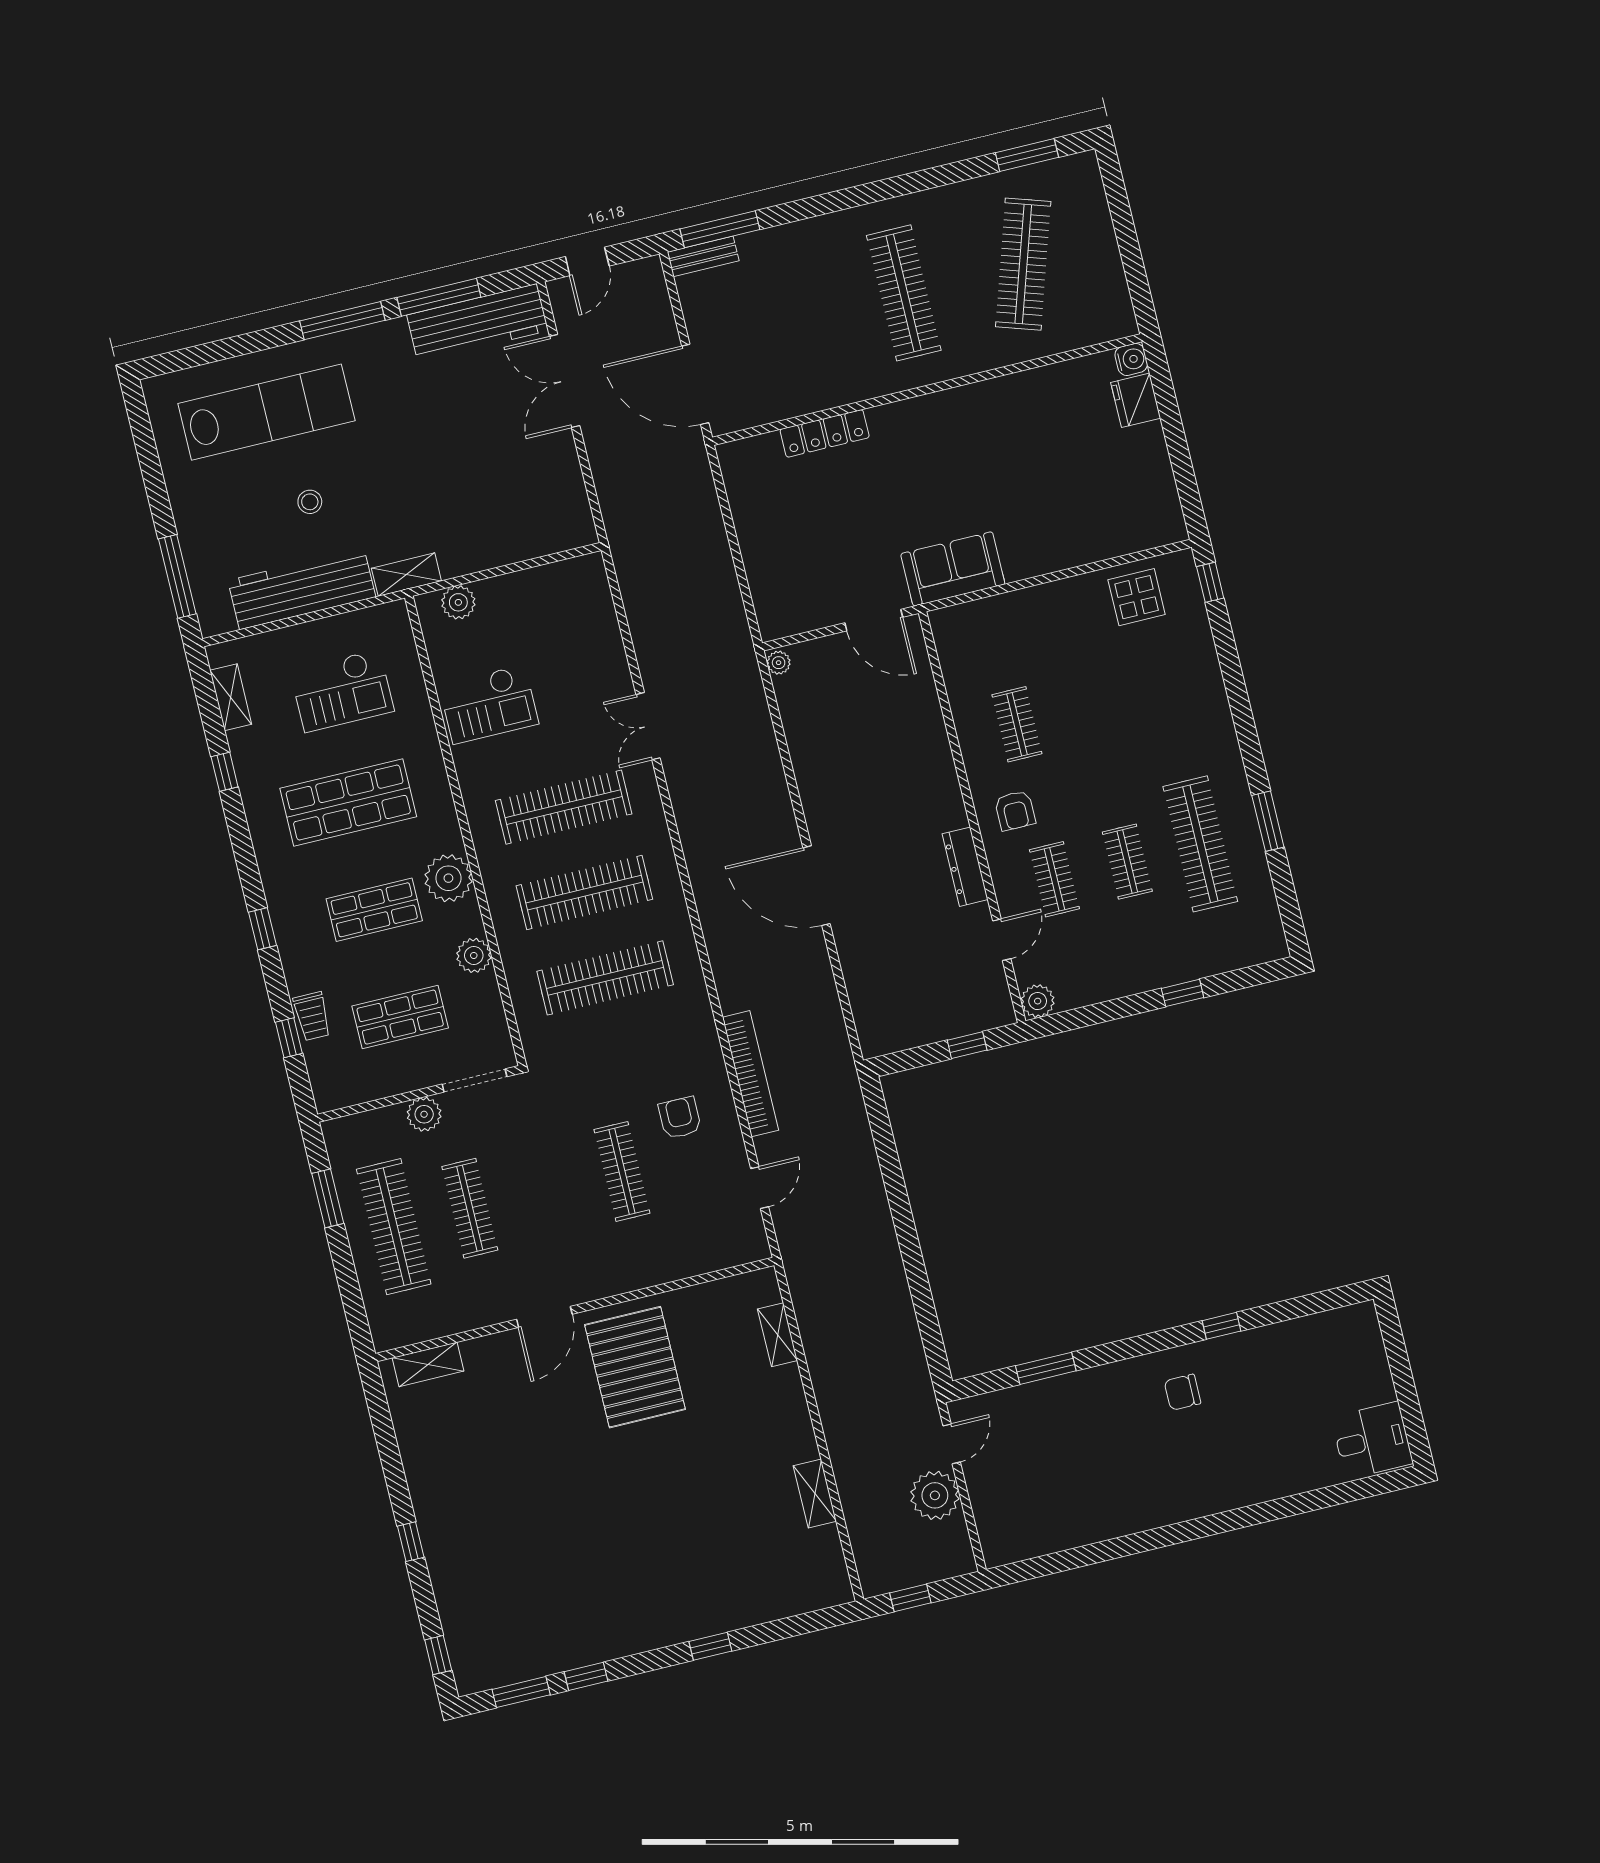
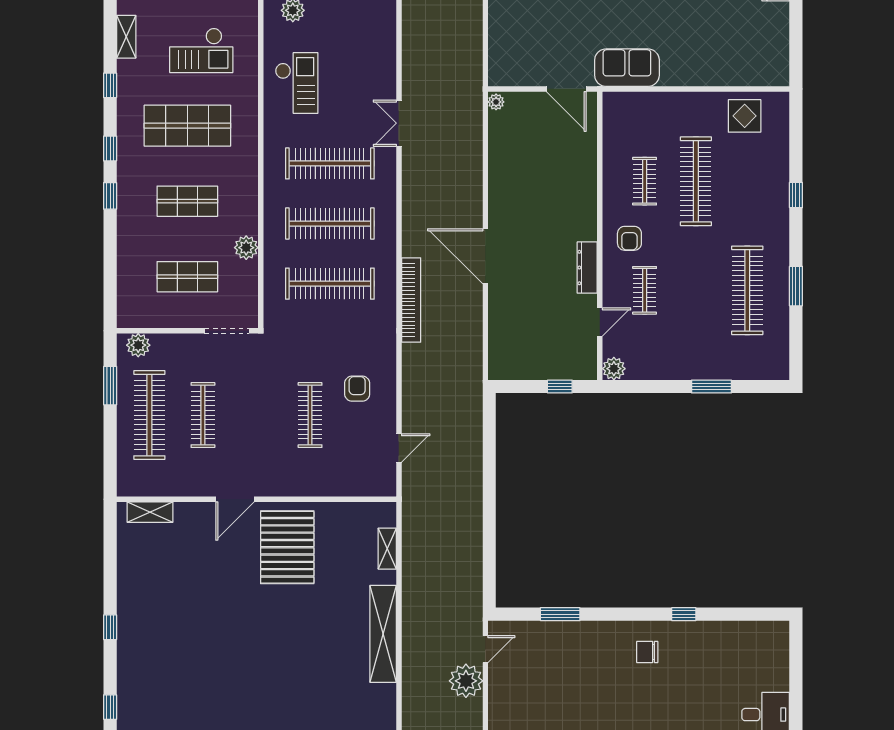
window: (1210, 582) -> (796, 195), moved
checkout: (489, 704) -> (297, 83), turned -90
clothes rail: (1127, 862) -> (696, 181), moved, width x1.86, depth x1.31
plant: (448, 878) -> (242, 192), removed
window: (1183, 993) -> (712, 387), width x1.50
trolley: (312, 1016) -> (129, 262), removed
window: (289, 1038) -> (110, 148), moved
bookcase: (750, 1074) -> (411, 300), moved
plant: (424, 1114) -> (138, 345), moved
shelving: (815, 1494) -> (383, 634), width x2.20, depth x1.33

